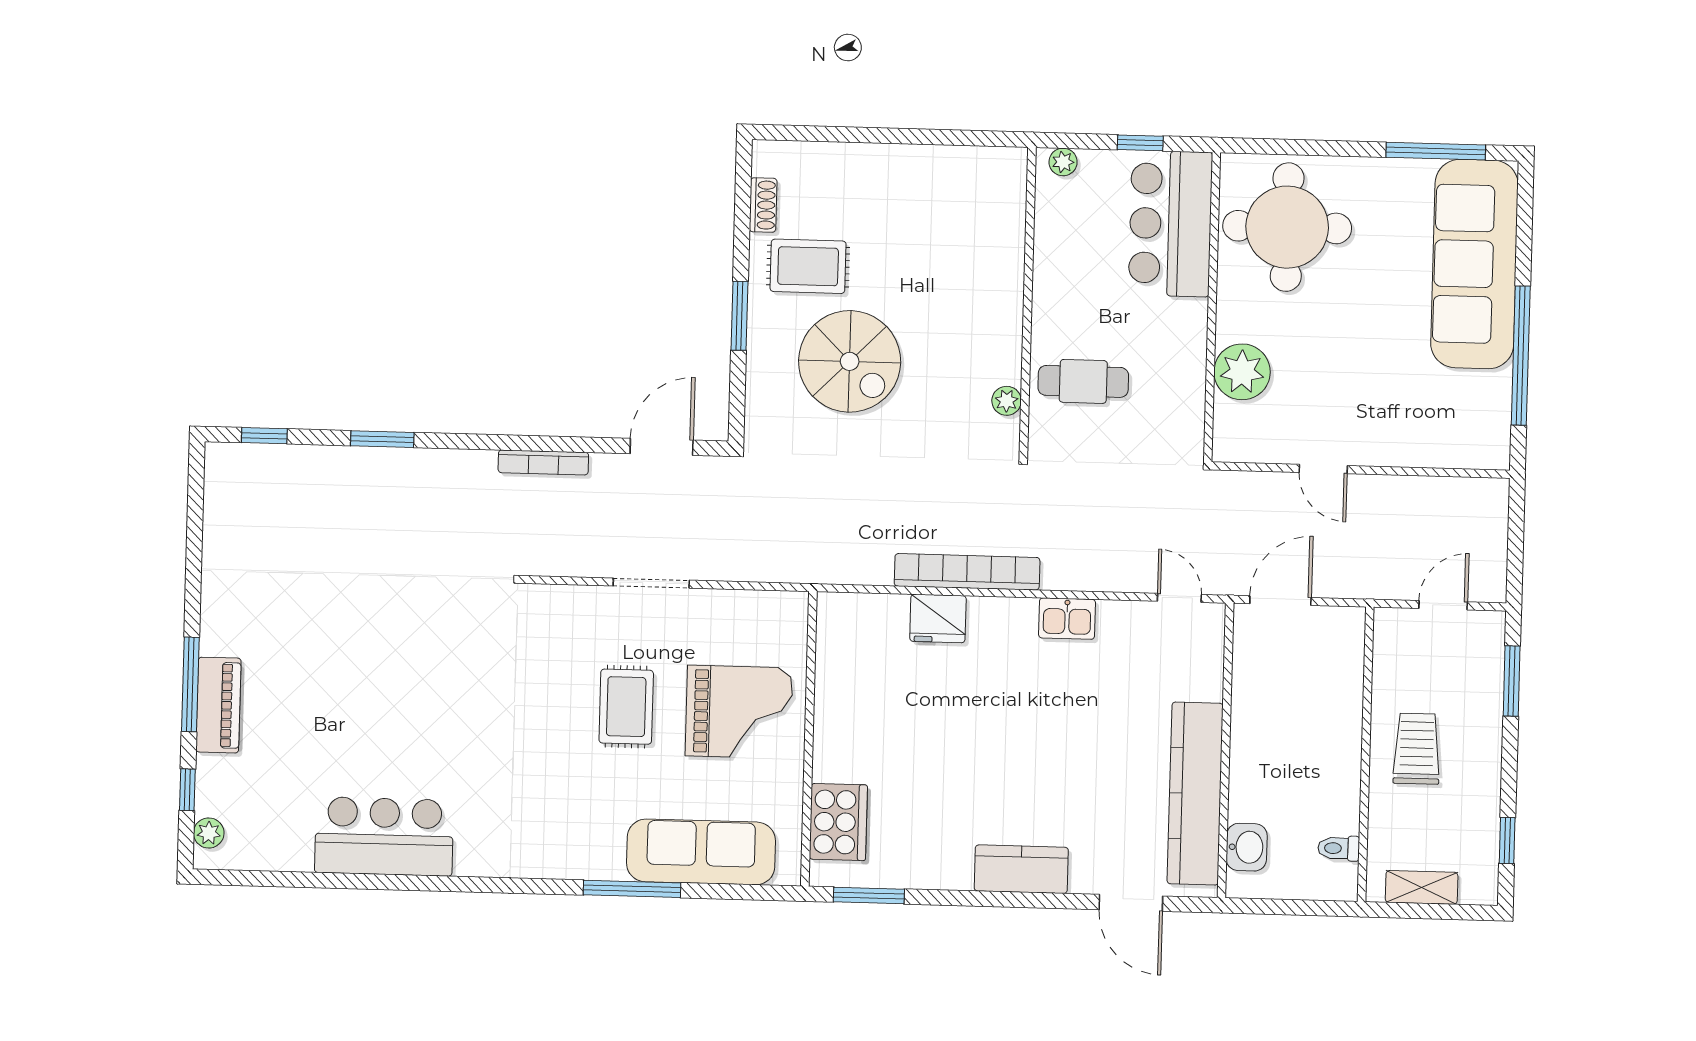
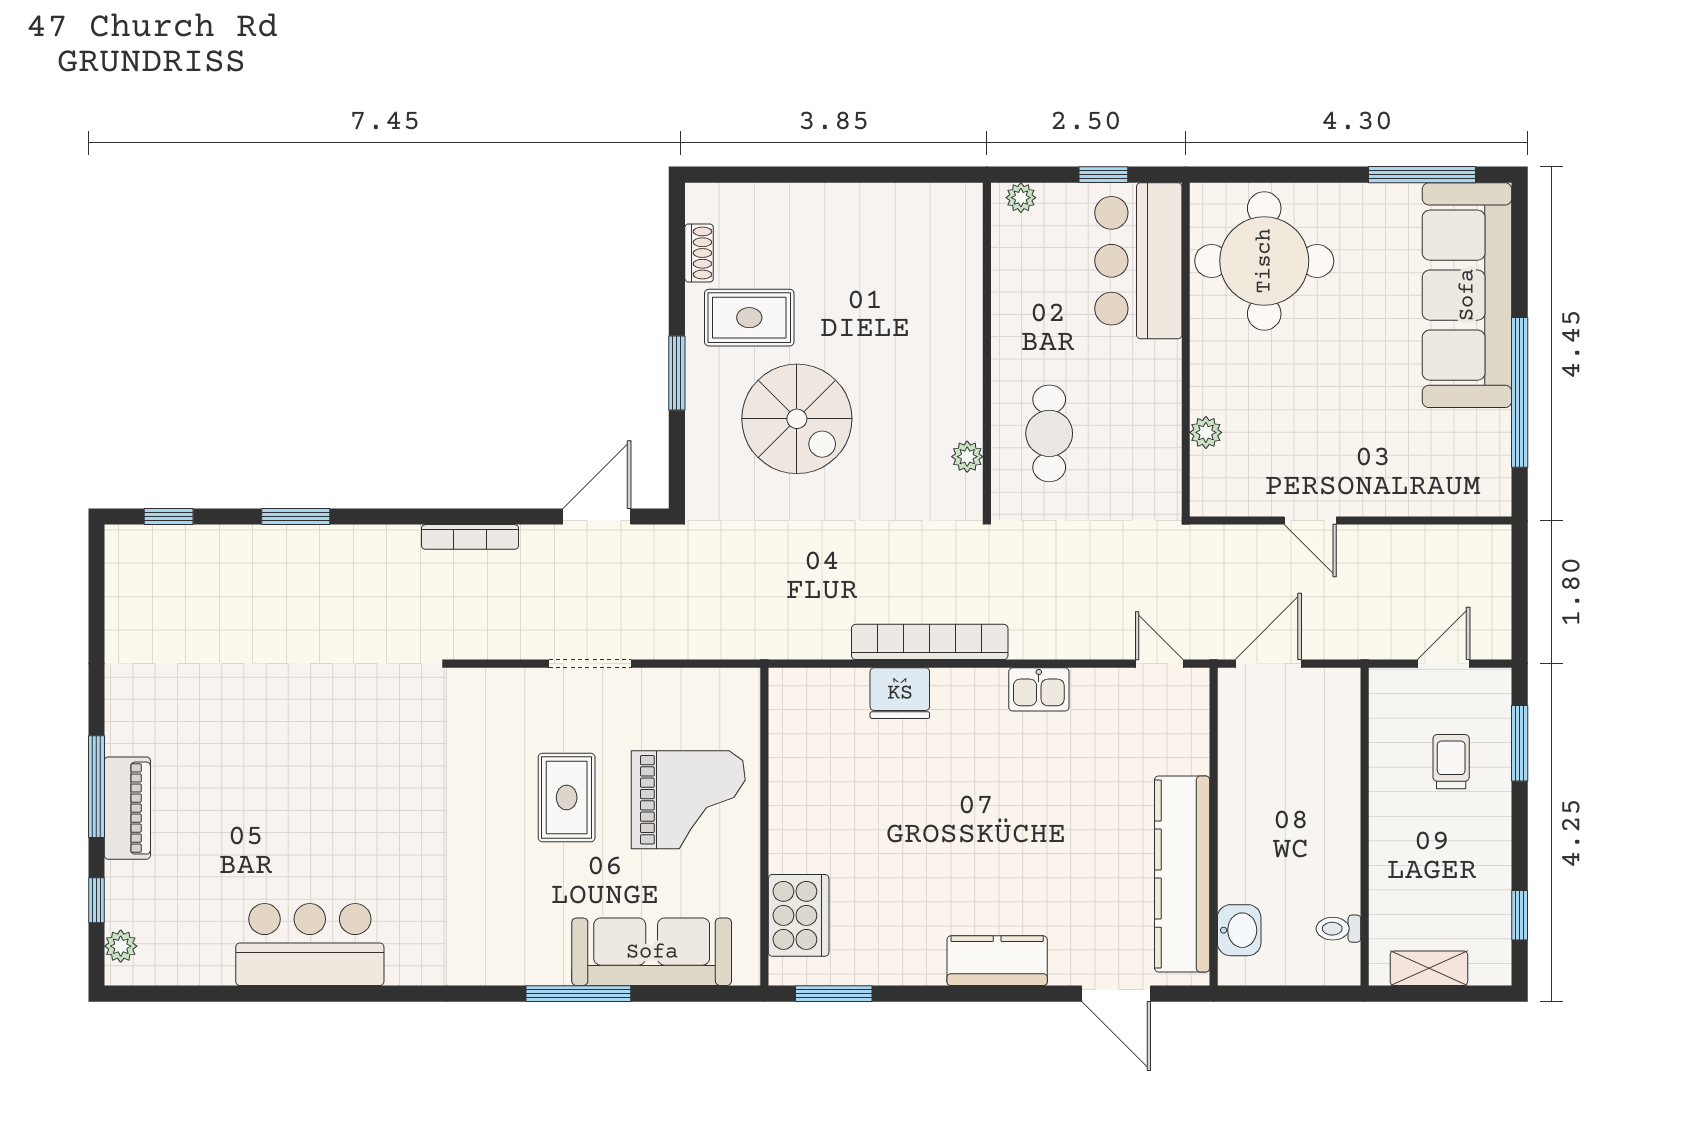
plant: (1242, 372) -> (1206, 432), width x0.53, depth x0.53
cafe table: (1083, 381) -> (1049, 433), turned 90
trolley: (1417, 749) -> (1451, 762), moved, width x0.73, depth x0.72

